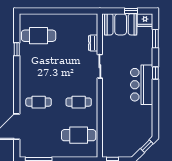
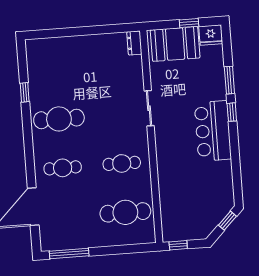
cafe table: (39, 36) -> (59, 119), moved
window: (155, 39) -> (229, 80), moved
dresser: (93, 43) -> (134, 43), moved

